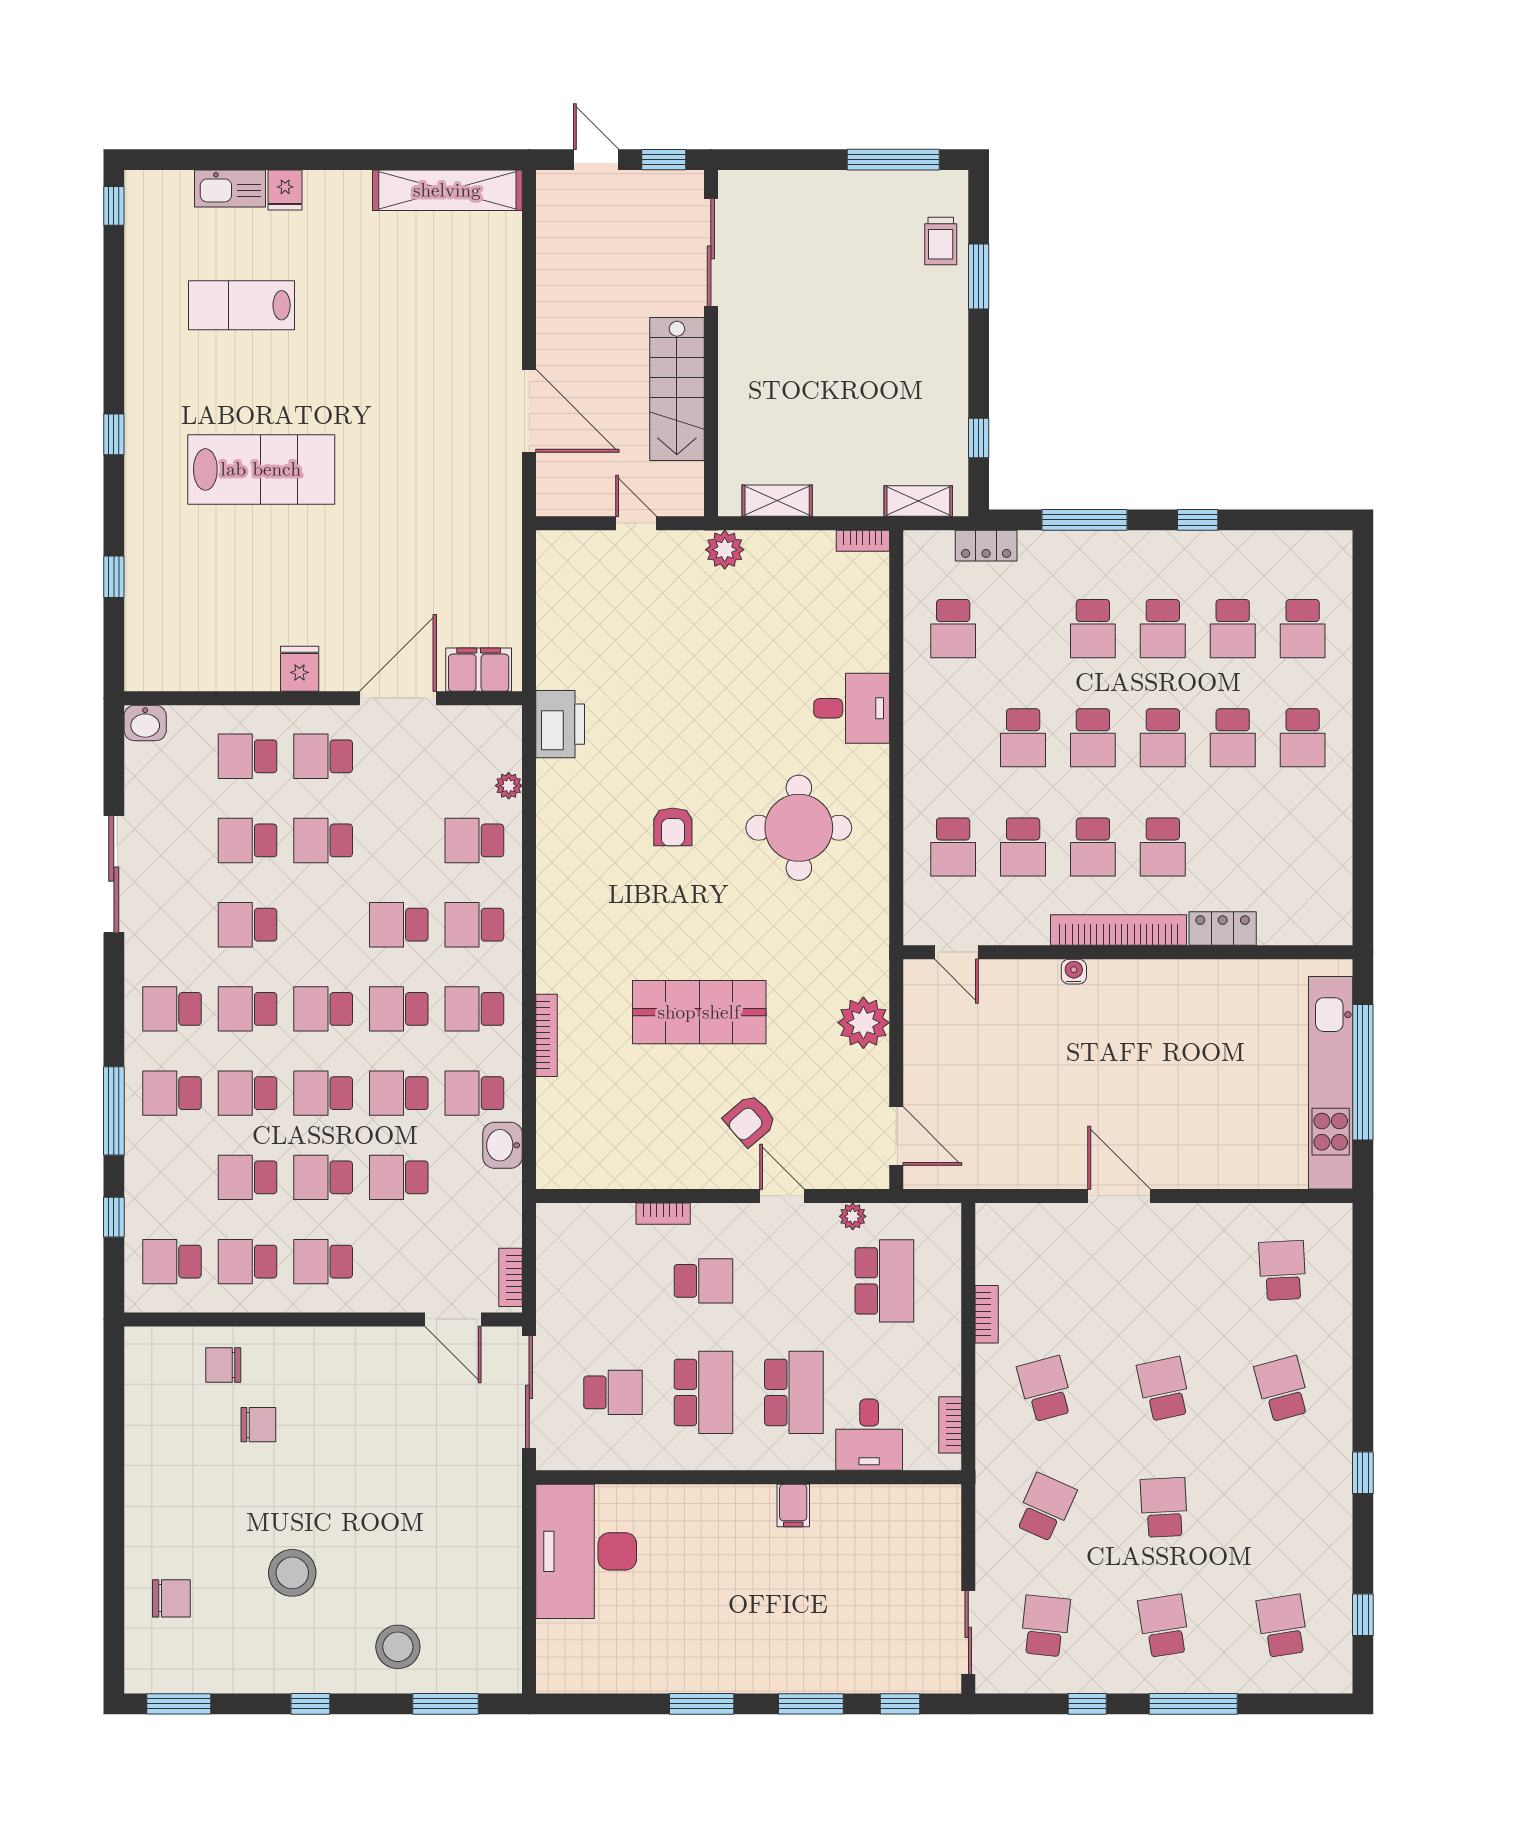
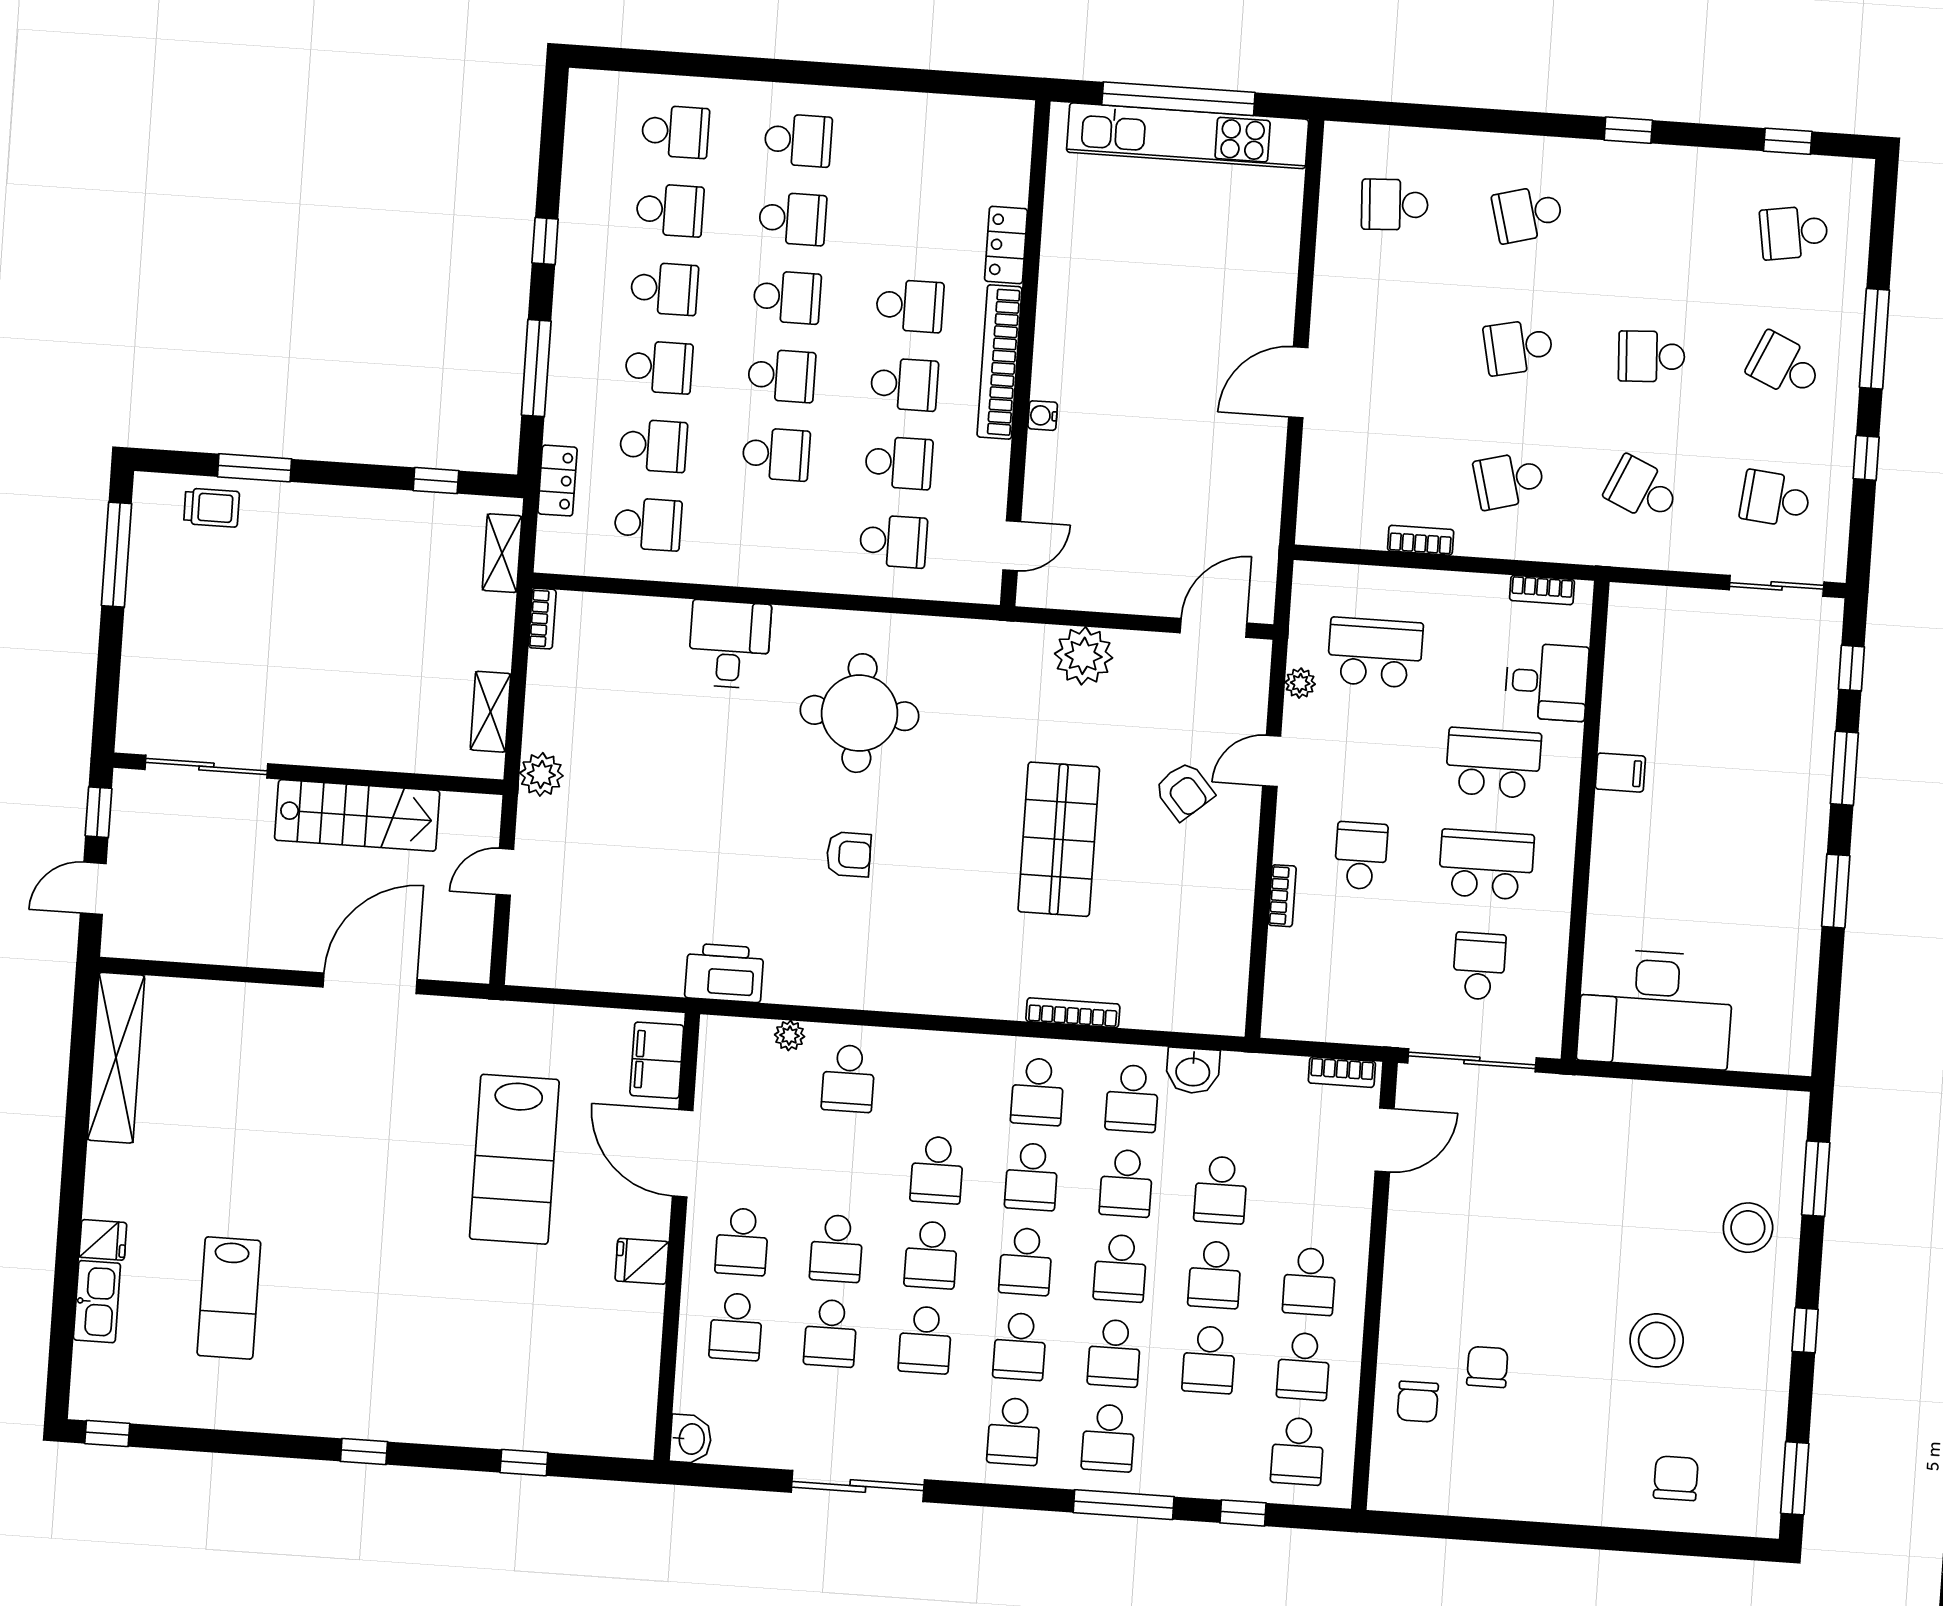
lab bench: (261, 469) -> (514, 1159), moved, turned 180
school desk: (1023, 629) -> (653, 446), added
school desk: (474, 925) -> (931, 1255), moved
school desk: (1164, 1626) -> (1785, 366), turned 33

